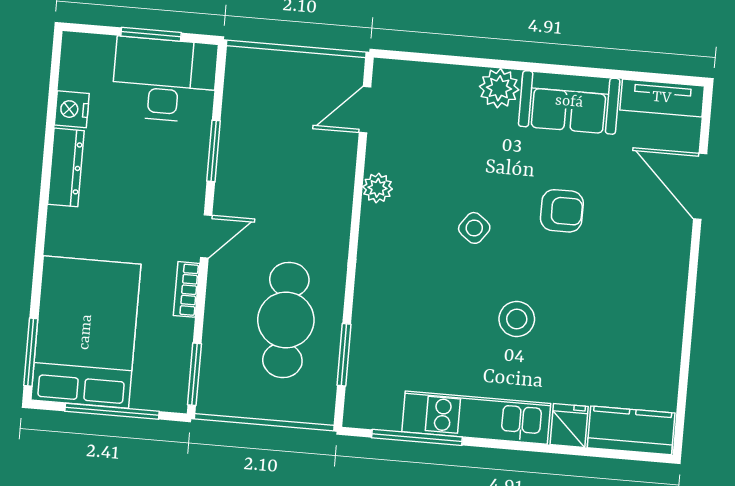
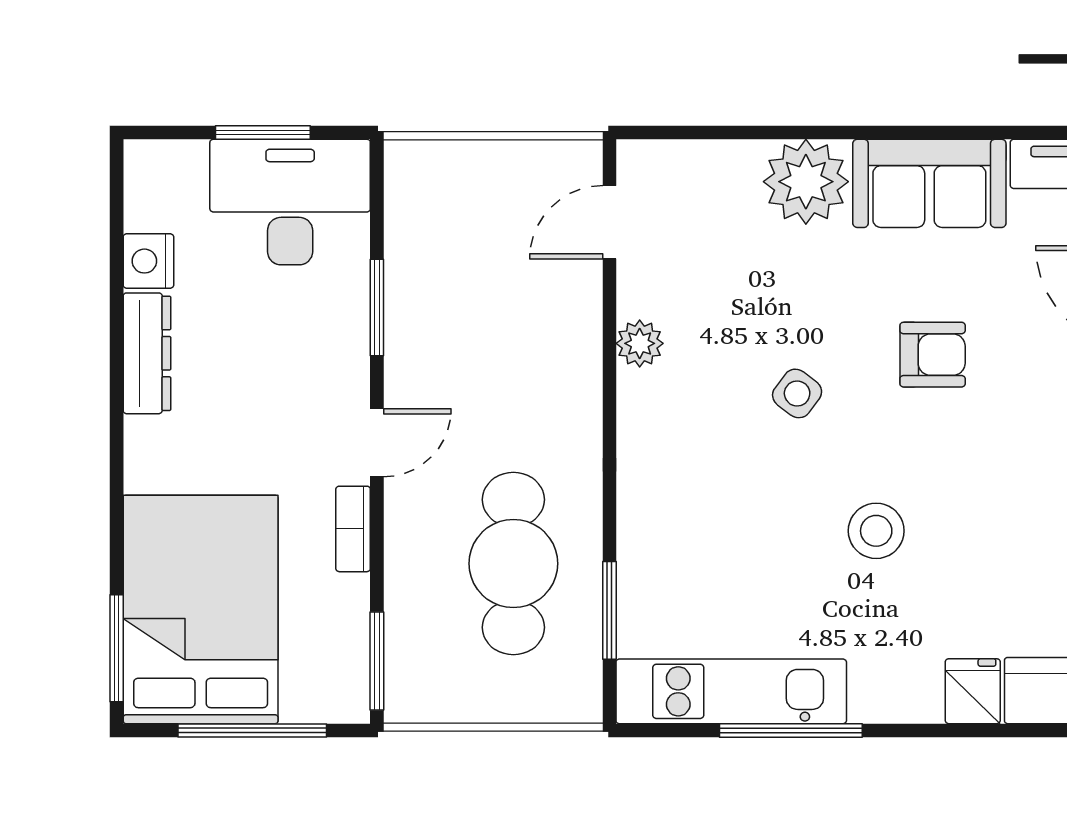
plant: (499, 88) -> (806, 182), width x1.36, depth x1.36
kitchen unit: (476, 418) -> (731, 691), moved
window: (417, 437) -> (791, 730), moved

